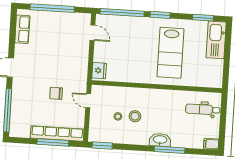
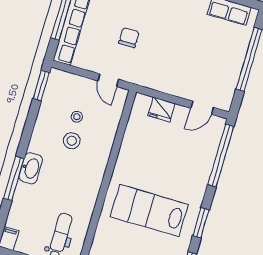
window: (160, 15) -> (201, 223), moved
fridge: (99, 71) -> (162, 109), moved
door: (88, 101) -> (108, 80), swing flipped

